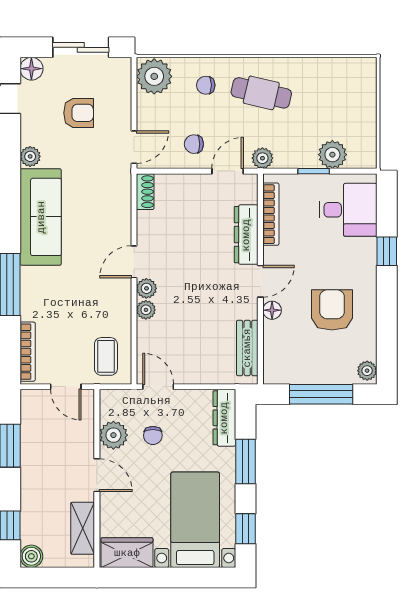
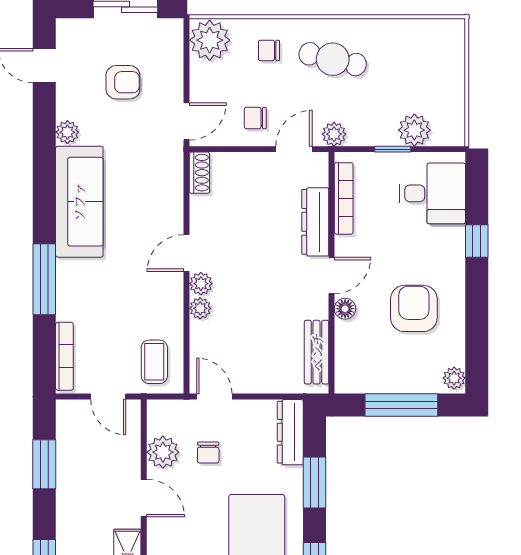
floor lamp: (31, 69) -> (69, 31), removed

